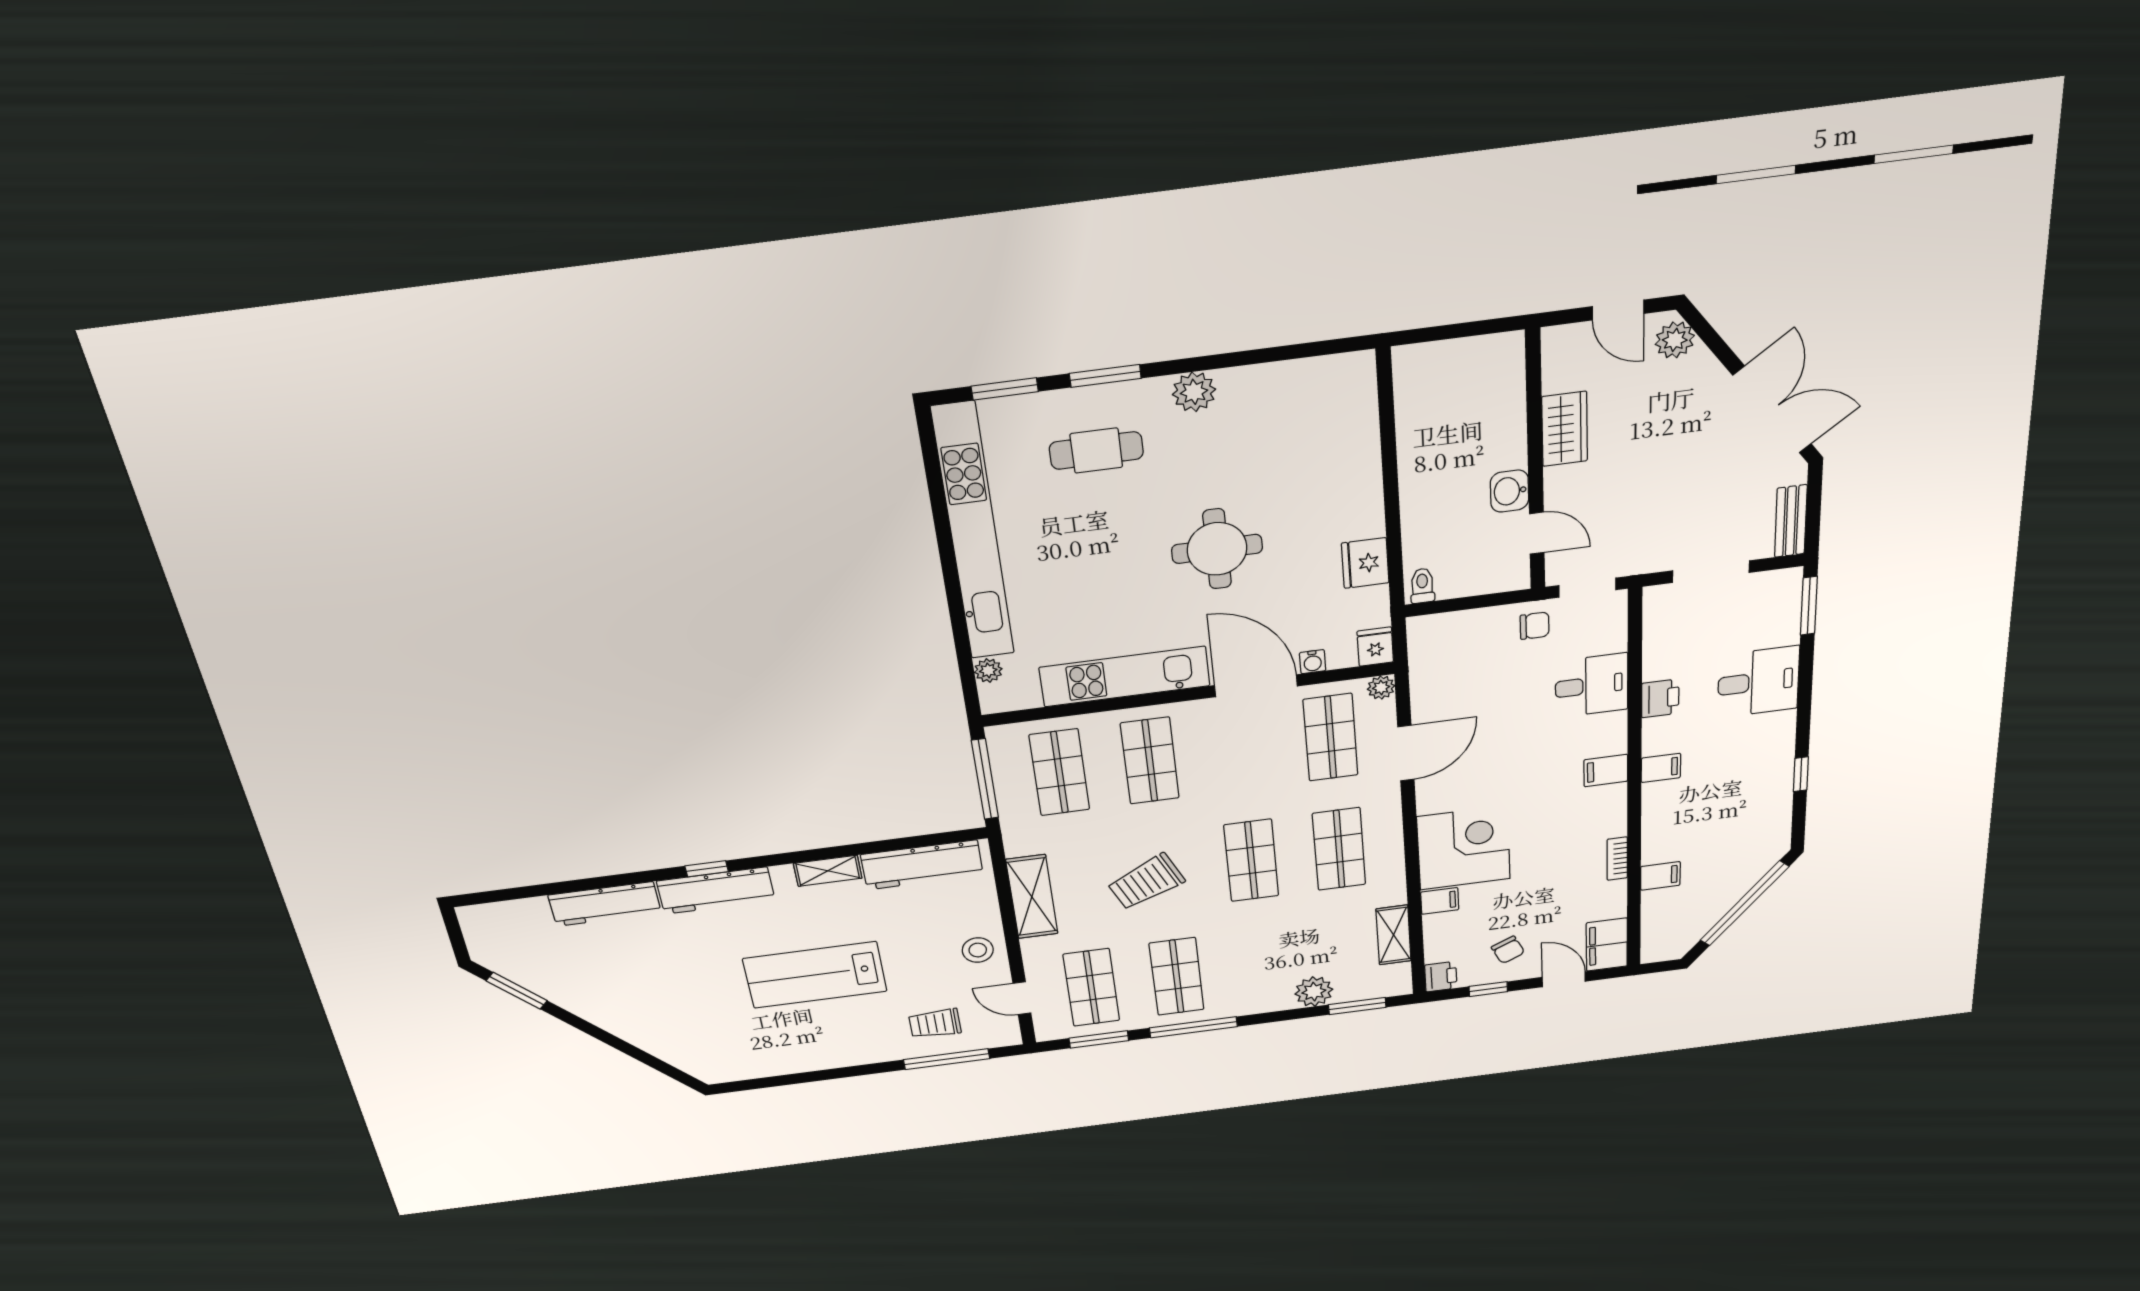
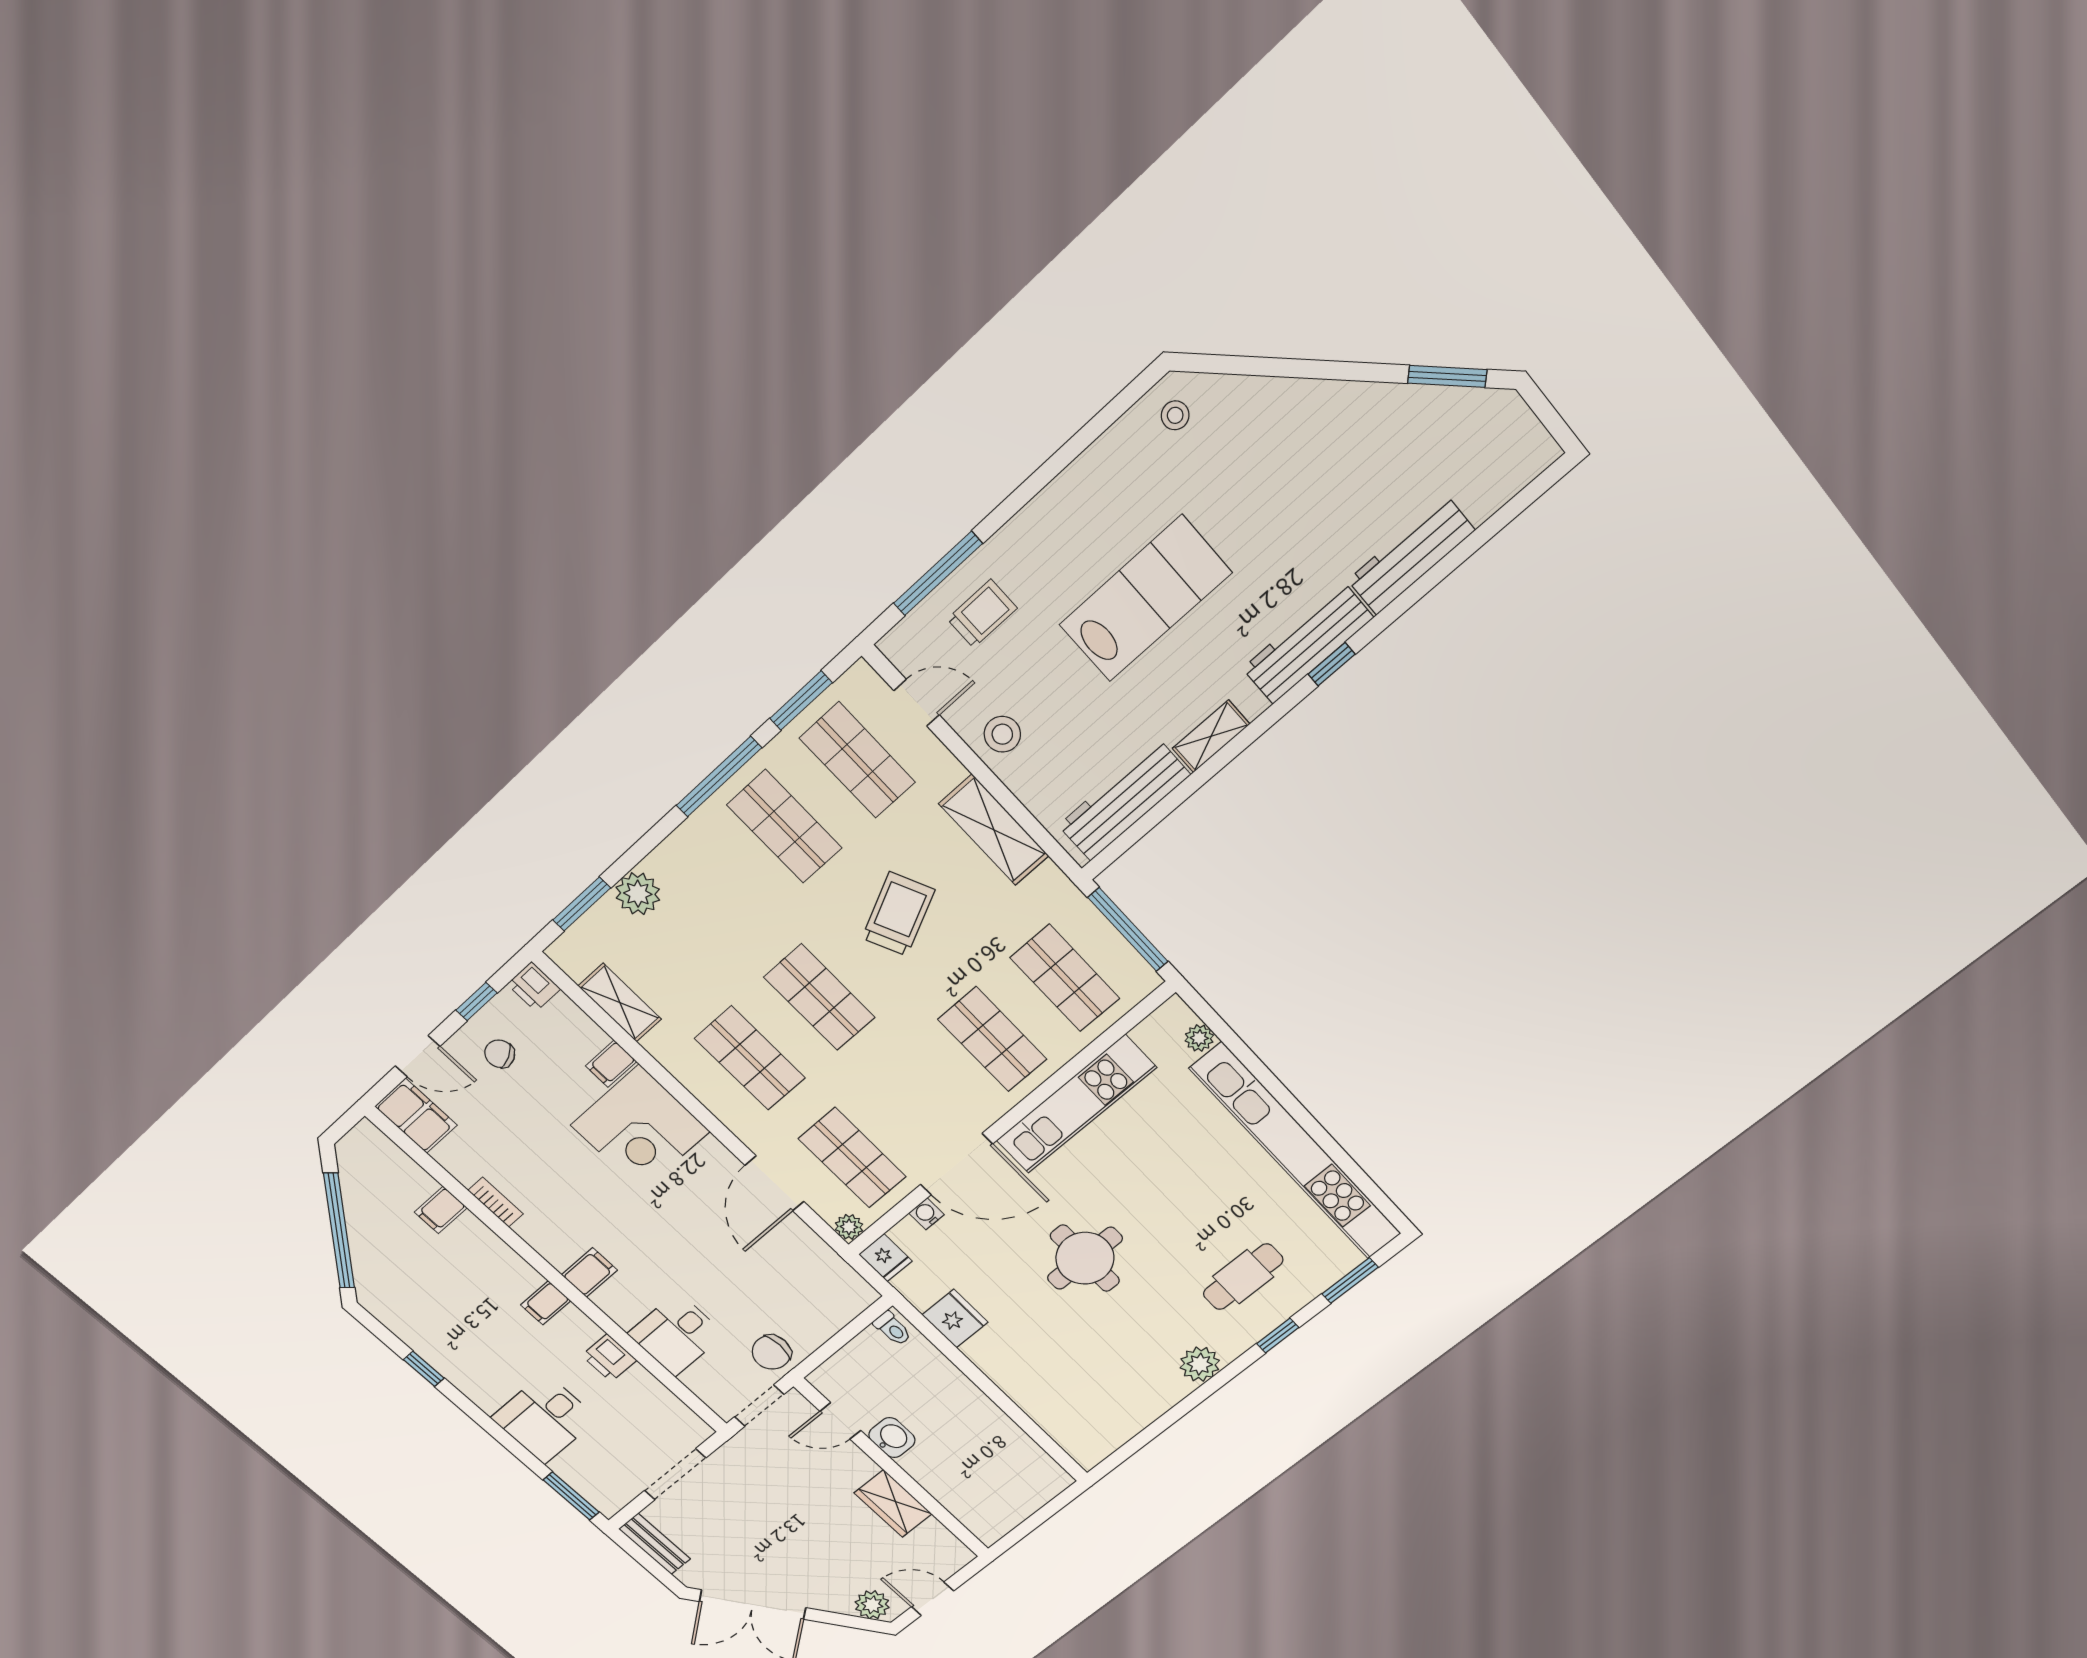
window: (1105, 376) -> (1278, 1336), width x0.67
chair: (1535, 626) -> (771, 1352), width x1.37, depth x1.37
stool: (721, 1061) -> (1175, 415), added

